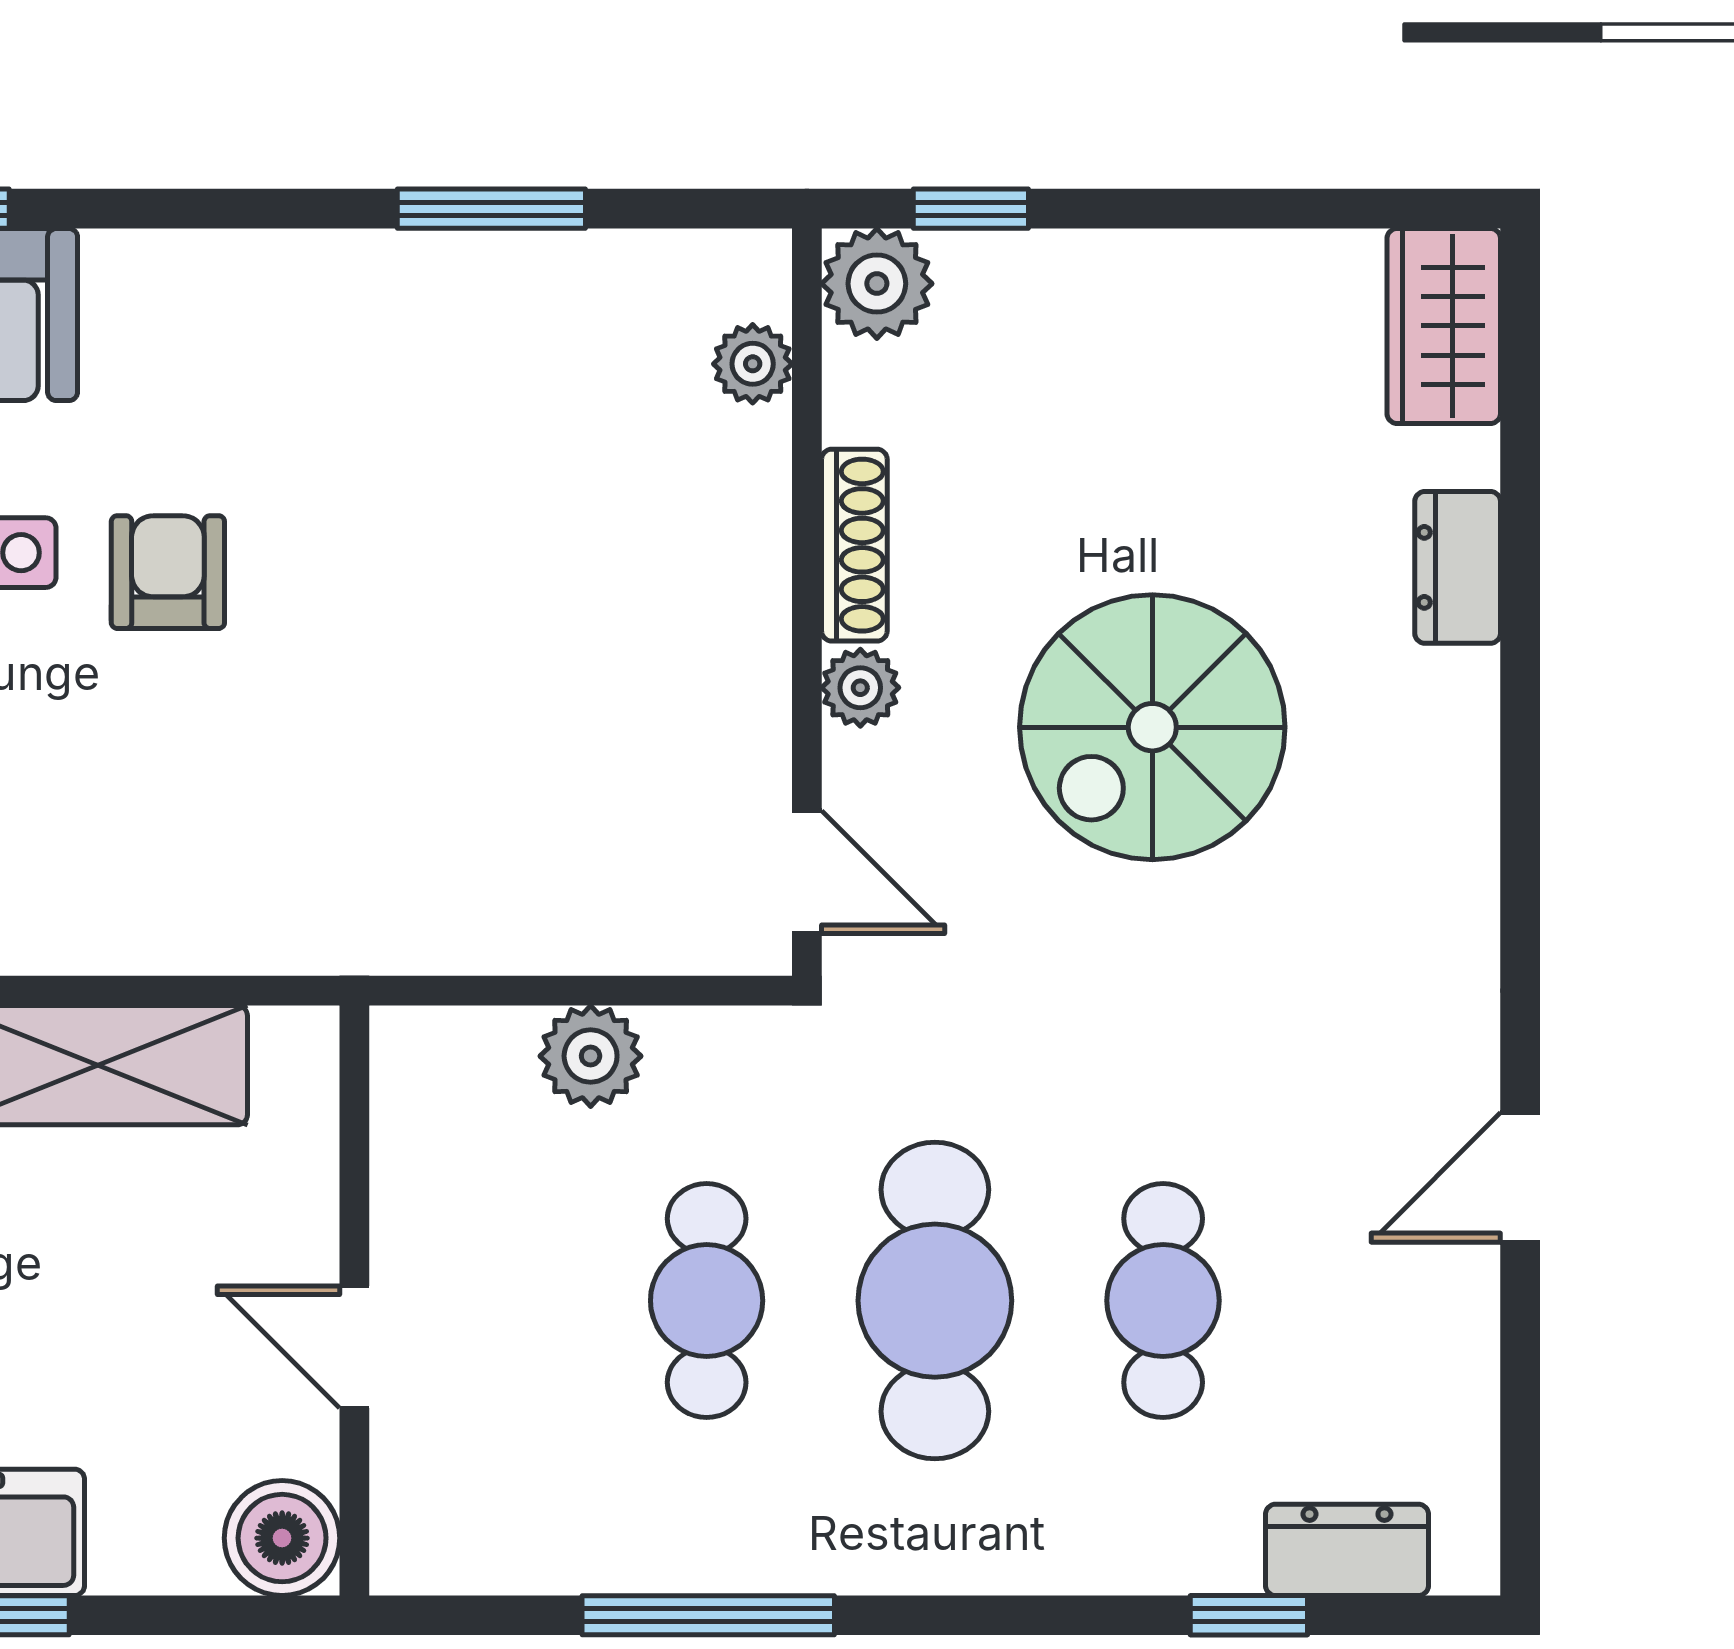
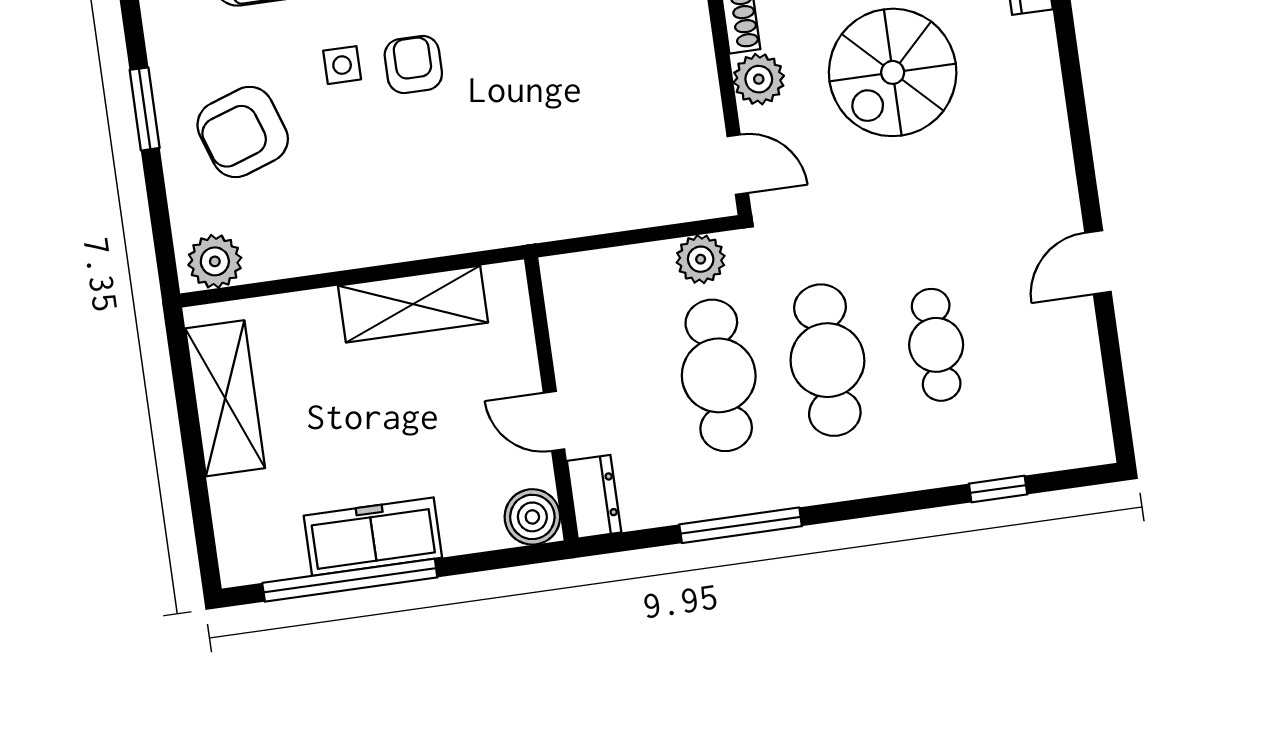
plant: (860, 688) -> (759, 79), width x1.38, depth x1.38
plant: (591, 1056) -> (701, 259), moved
cafe table: (707, 1301) -> (719, 375), width x1.37, depth x1.35
dresser: (1347, 1550) -> (594, 497), moved, turned 90

